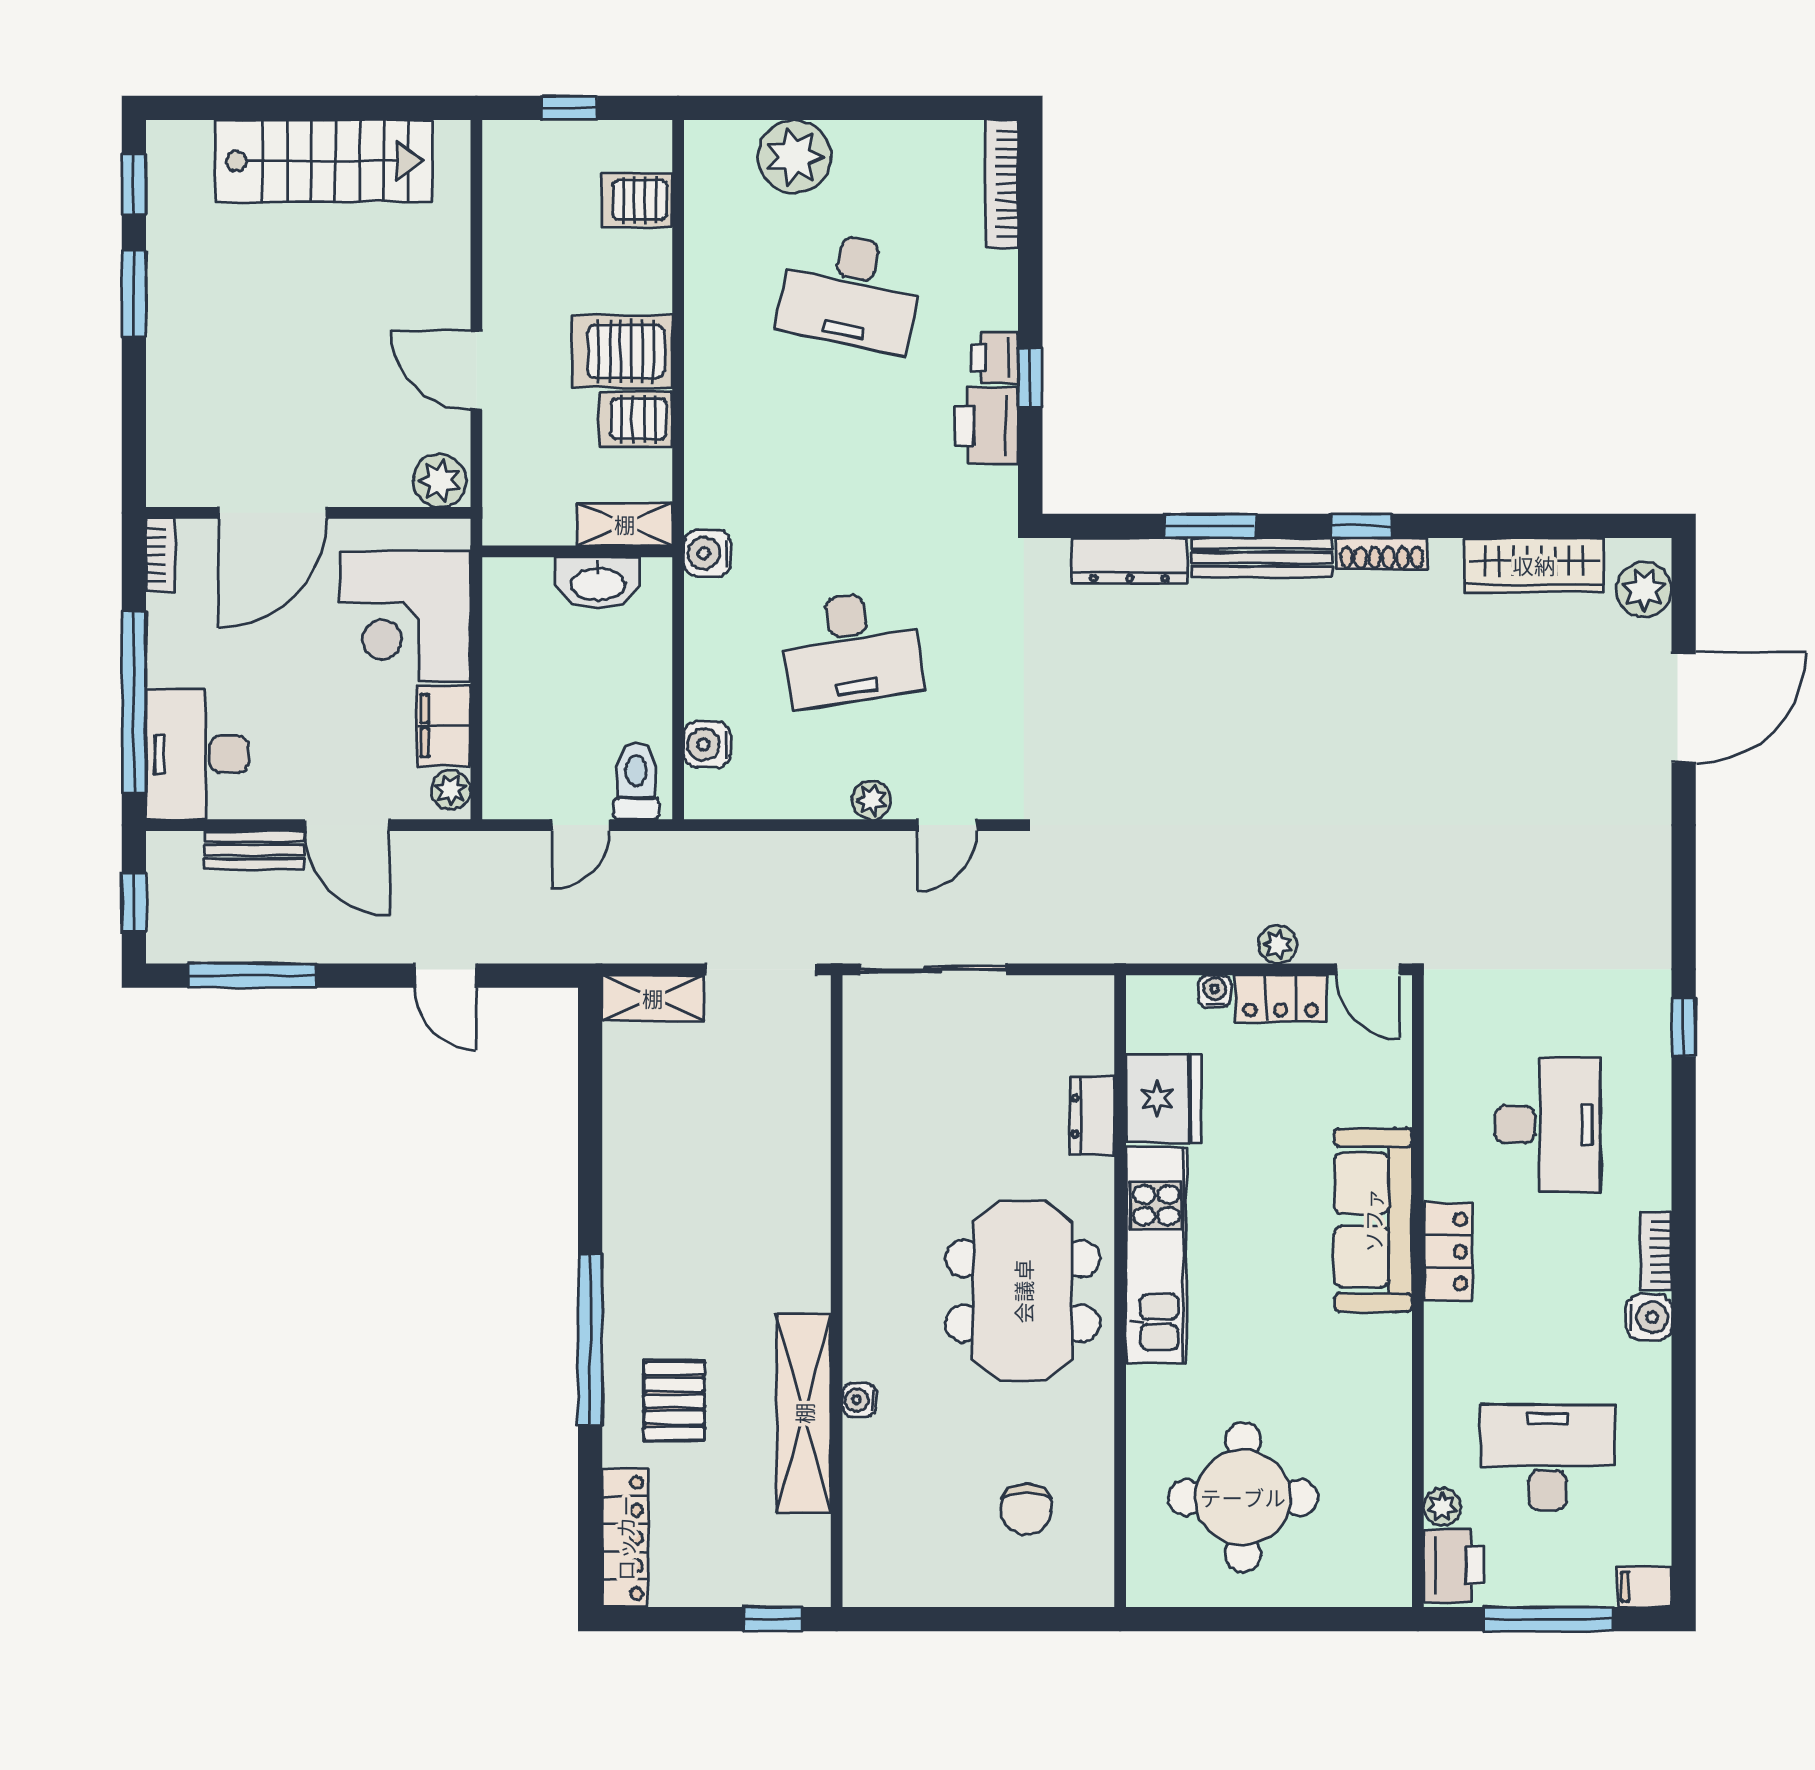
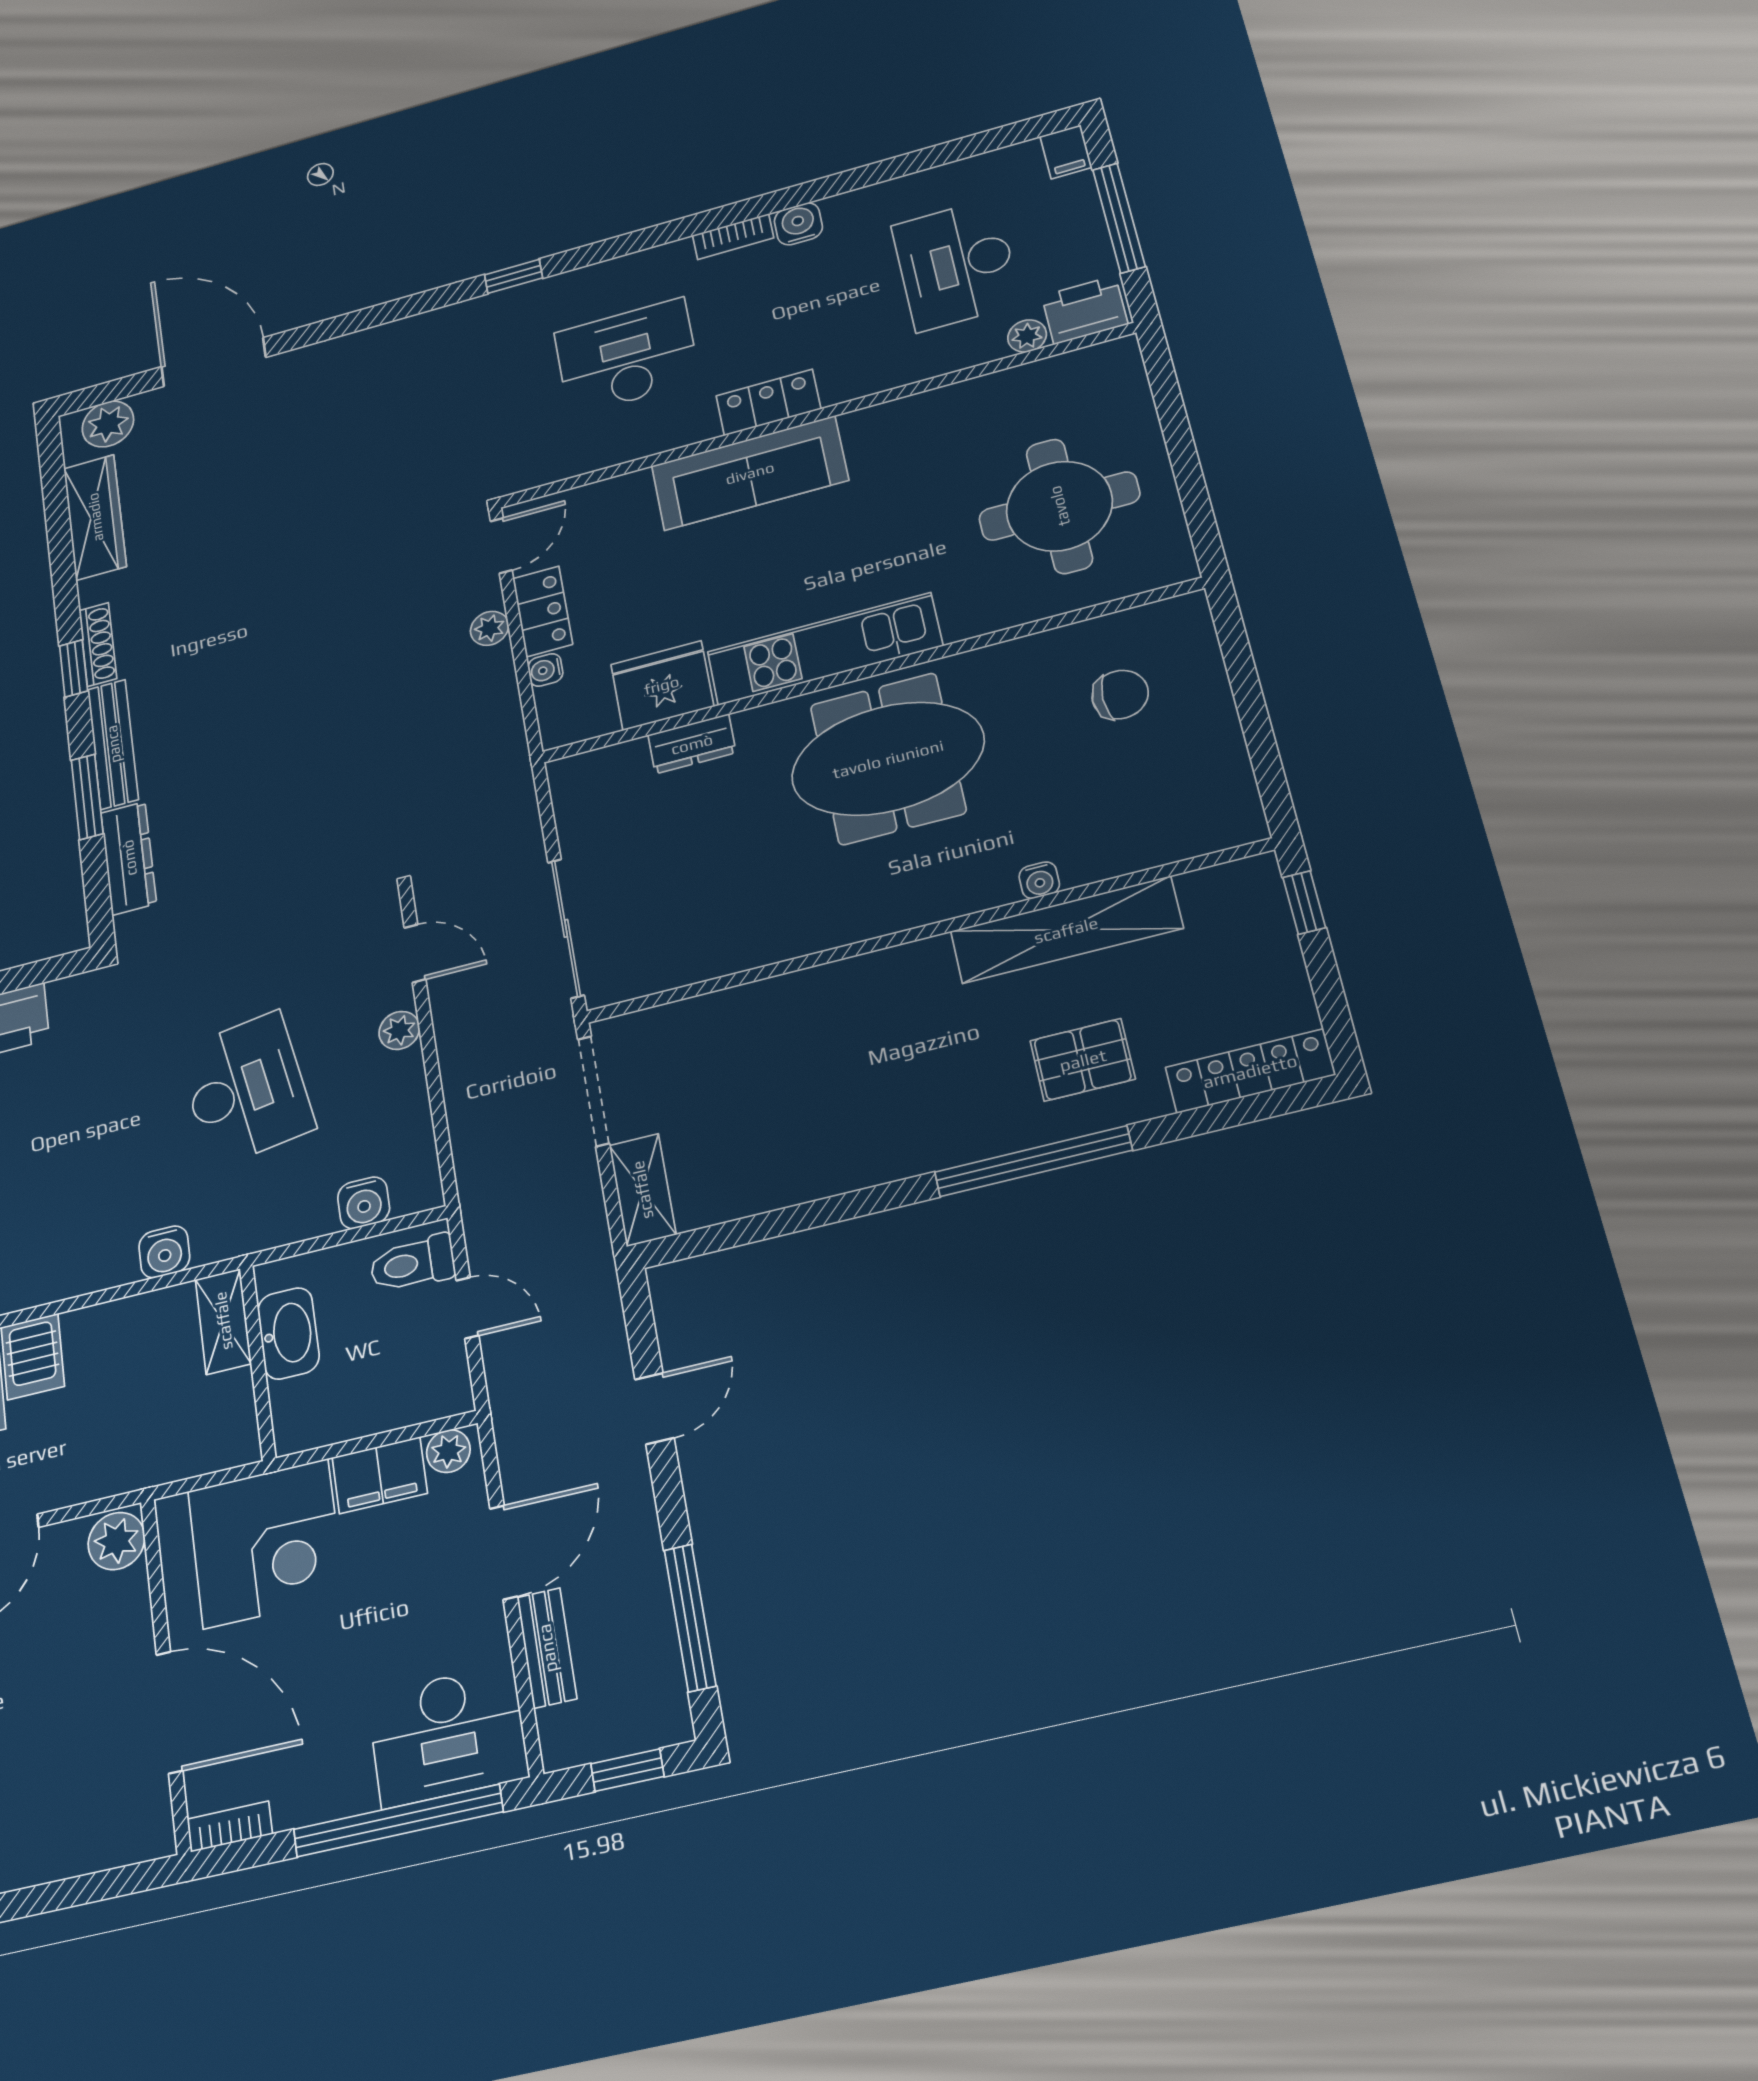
shelving: (625, 524) -> (223, 1321), moved
wall: (577, 551) -> (258, 1362), moved
washbasin: (598, 583) -> (288, 1333), moved

